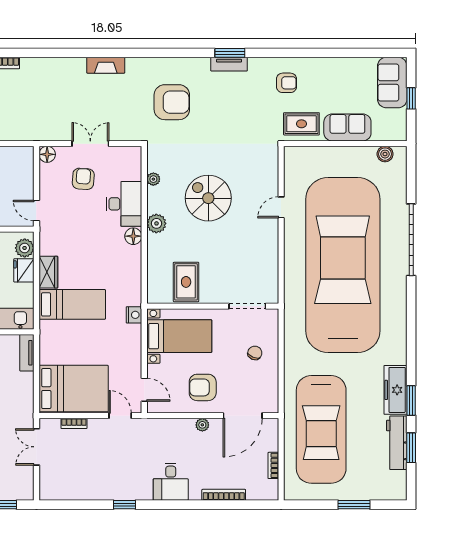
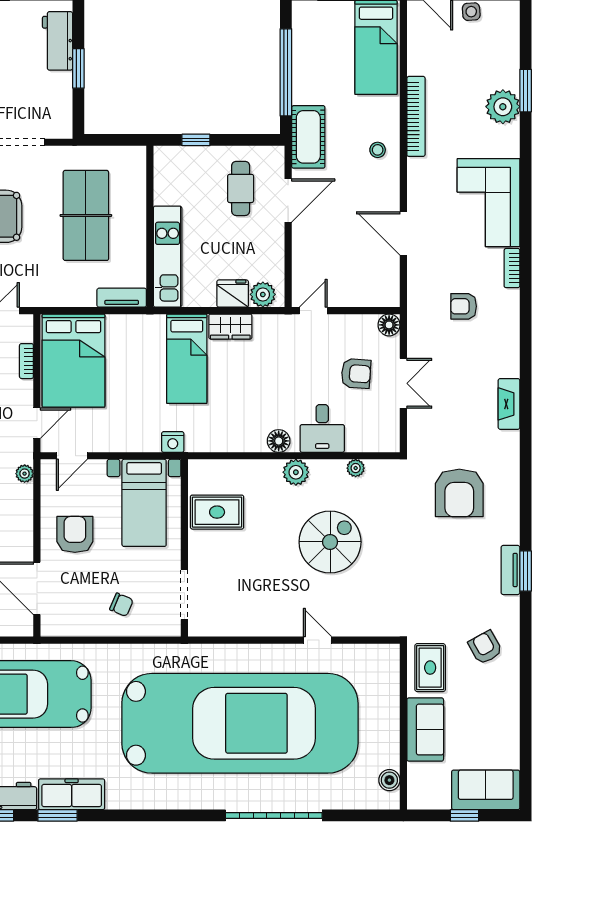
armchair: (287, 83) -> (485, 647), turned 151
armchair: (33, 99) -> (464, 306), added
desk: (124, 204) -> (322, 428), width x0.73
plant: (202, 425) -> (25, 474), moved

